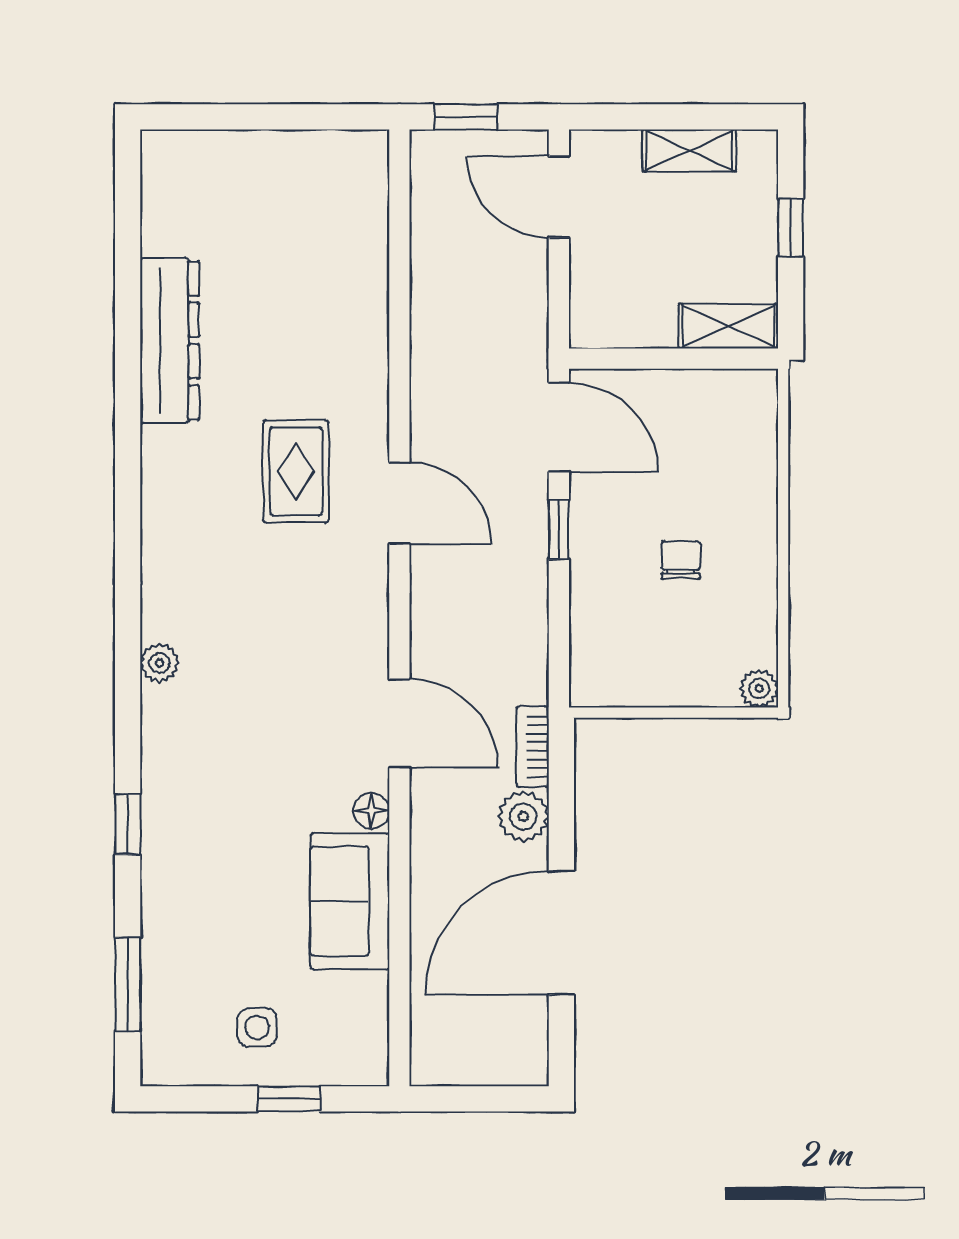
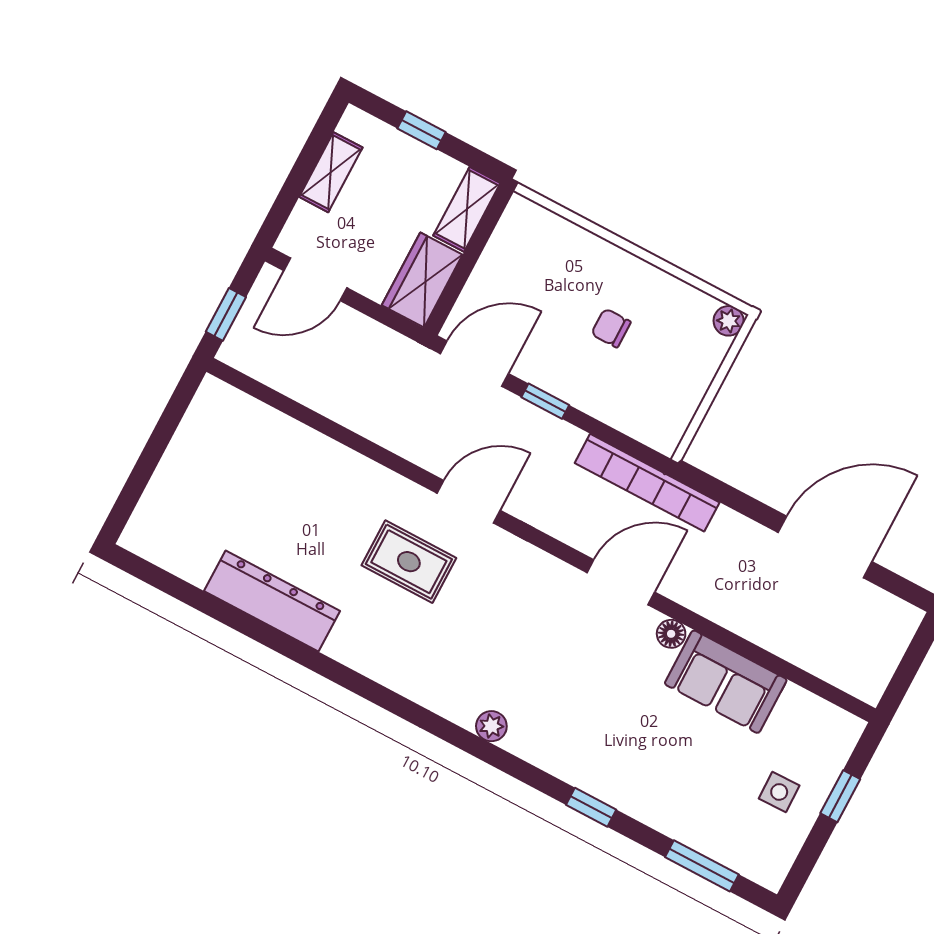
wardrobe: (622, 318) -> (422, 280), added
bookcase: (533, 746) -> (647, 483), width x2.31, depth x1.31
plant: (523, 817) -> (731, 531), removed
door: (561, 933) -> (825, 547), swing flipped

